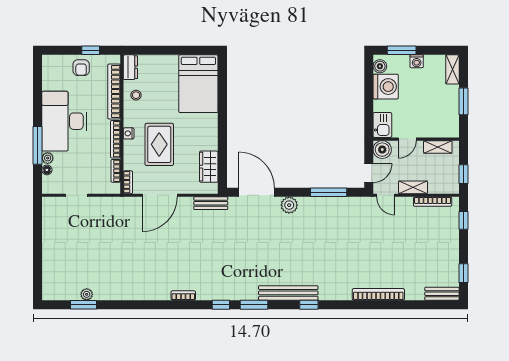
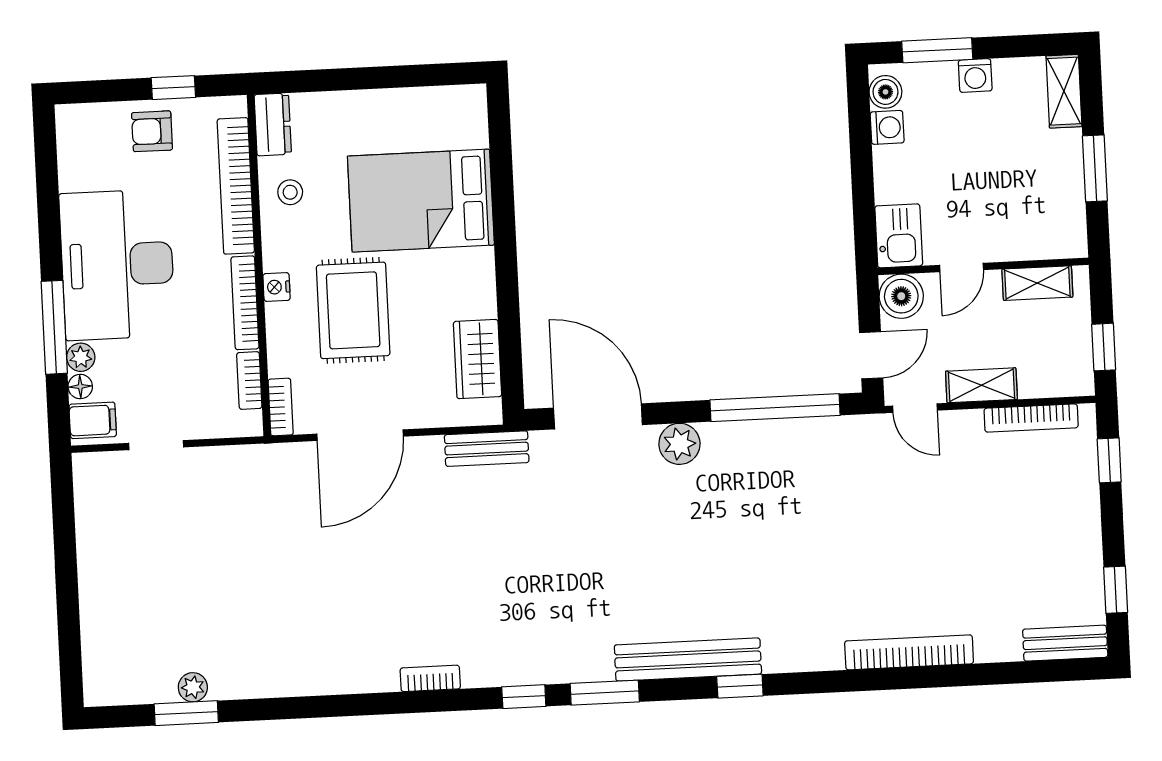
armchair: (81, 68) -> (152, 131), turned 90
bed: (198, 84) -> (421, 201), moved, turned 90
washing machine: (386, 87) -> (887, 127), width x0.53, depth x0.53
filing cabinet: (51, 184) -> (93, 420), added
window: (329, 192) -> (775, 408), width x1.46

